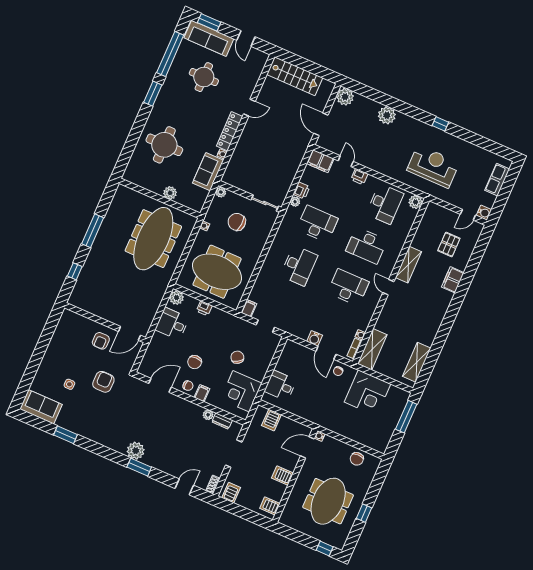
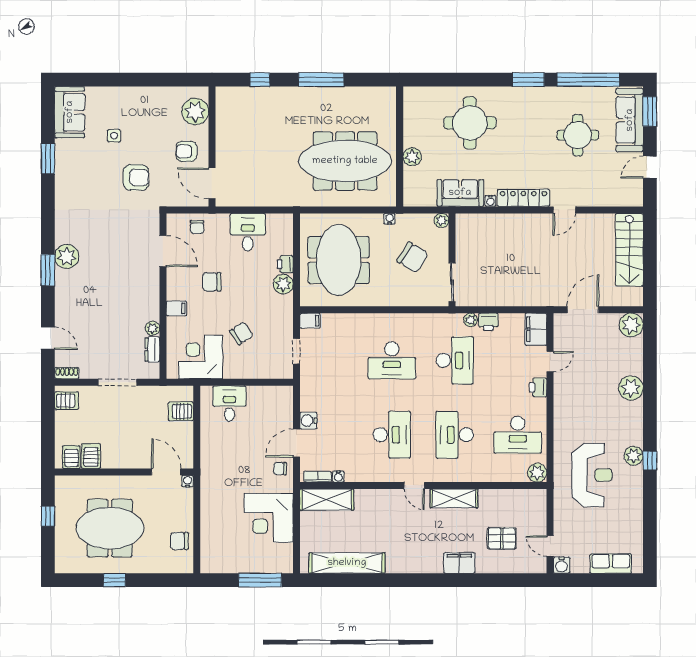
door: (249, 108) -> (564, 210), hinge flipped
plant: (432, 133) -> (634, 456), added
chair: (237, 222) -> (413, 257), turned 118
door: (388, 287) -> (414, 485), swing flipped
plant: (177, 298) -> (283, 284), moved
plant: (77, 324) -> (195, 111), added
shelving: (417, 362) -> (347, 563), width x1.47
chair: (188, 386) -> (197, 227), moved
server rack: (282, 476) -> (91, 456), moved
window: (325, 548) -> (48, 516), moved

